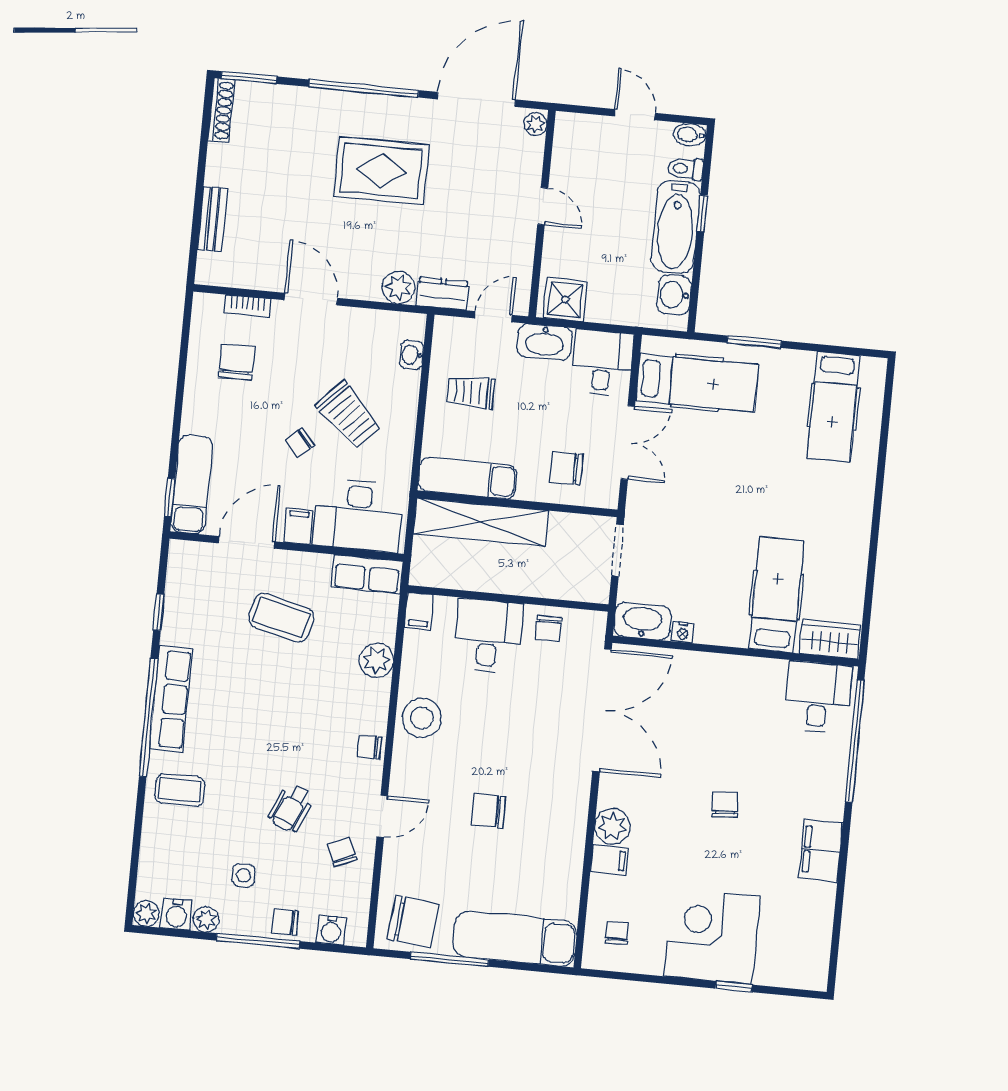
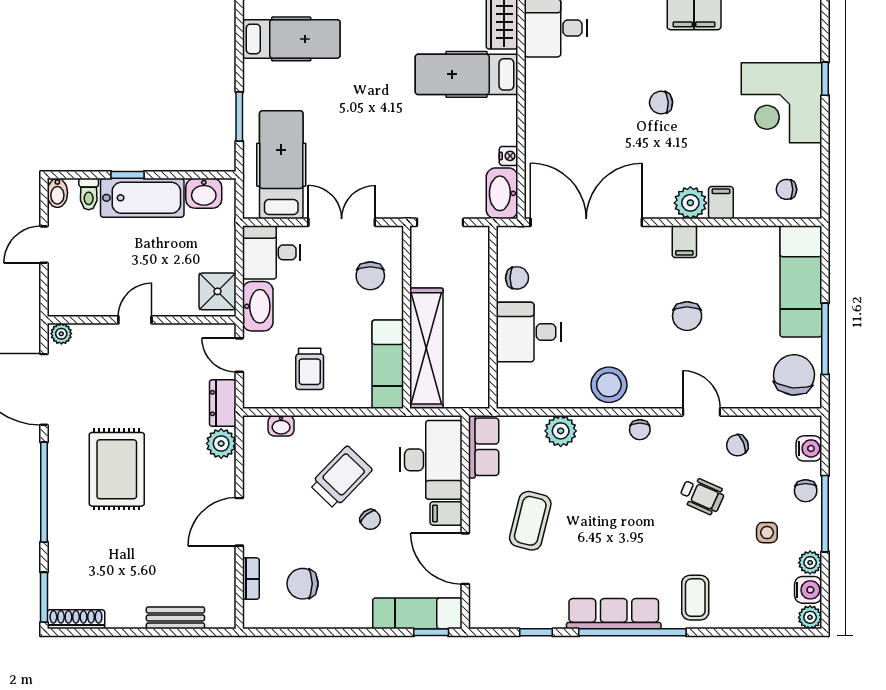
filing cabinet: (419, 611) -> (684, 242), moved, turned 90

